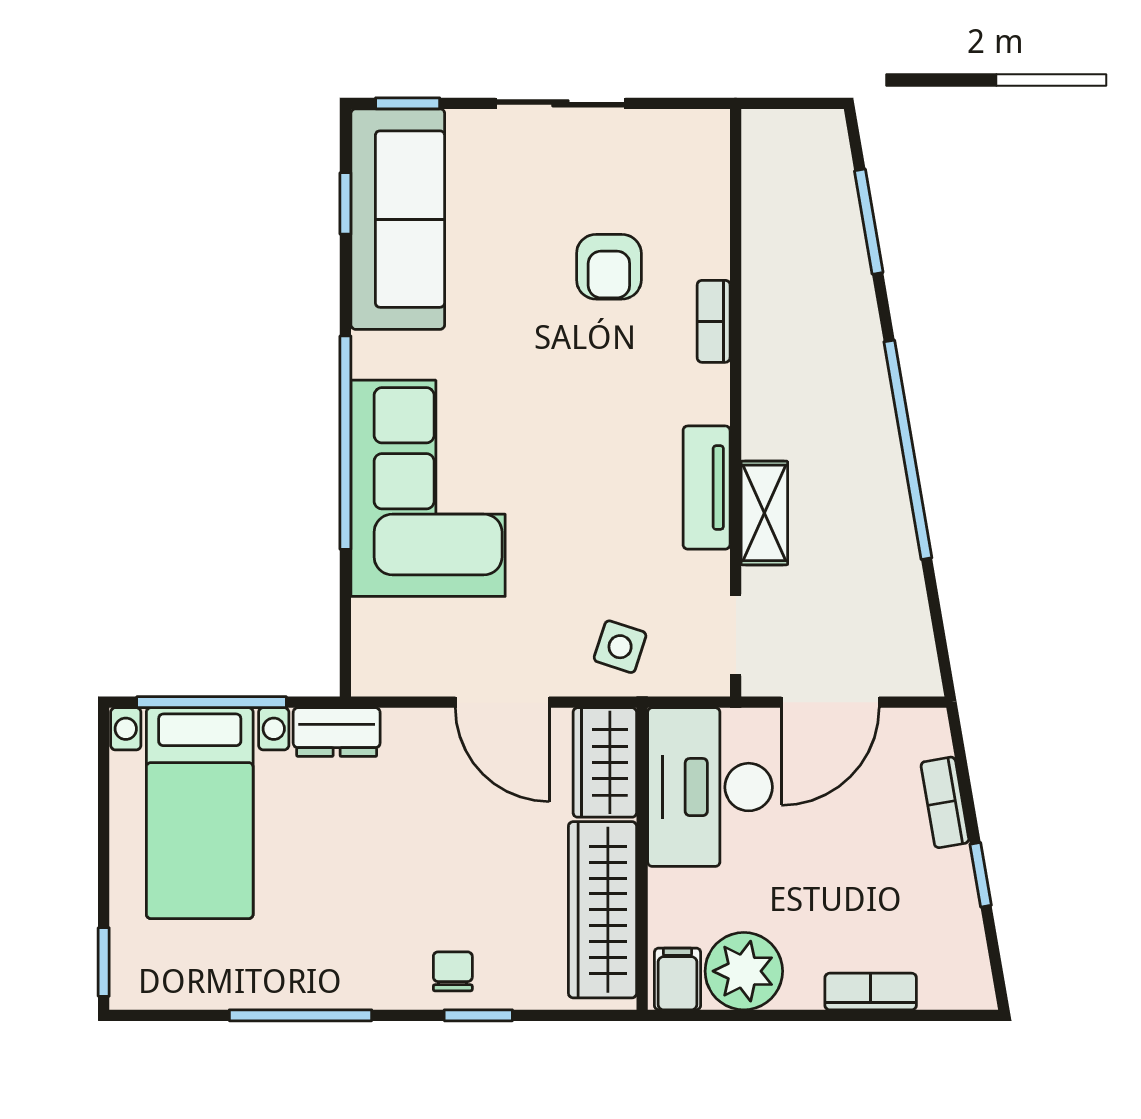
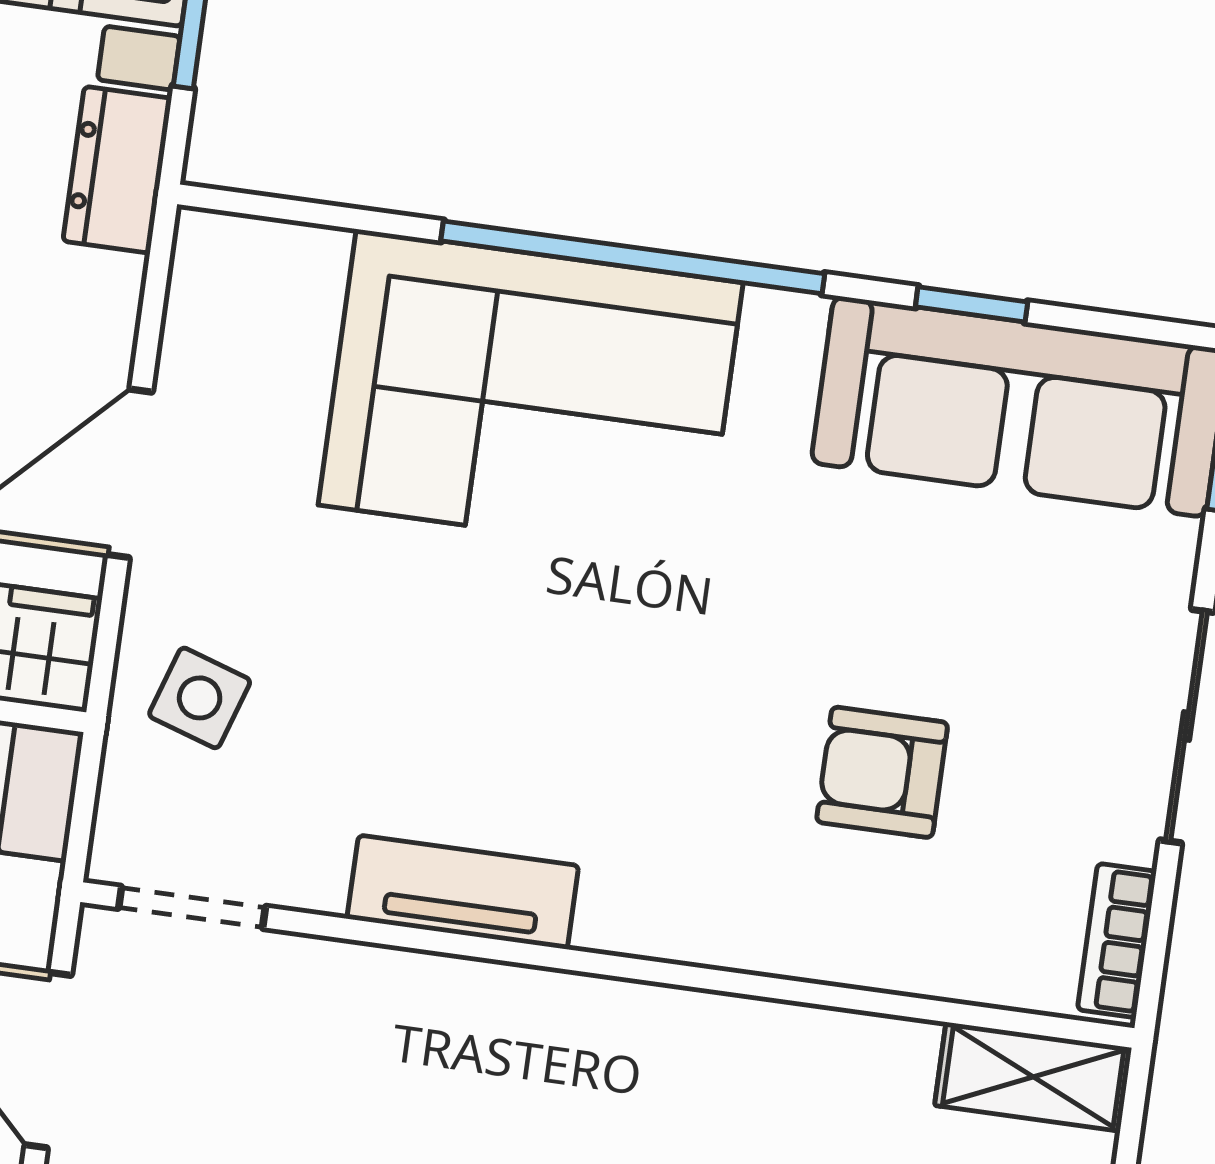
window: (345, 203) -> (972, 304), moved
bookcase: (714, 321) -> (1117, 941), moved, turned -90
shelving: (764, 513) -> (1033, 1077), moved

